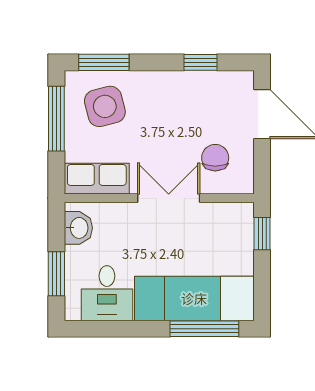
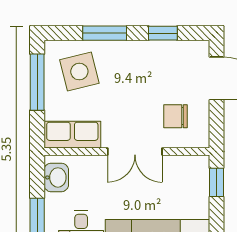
window: (104, 62) -> (105, 33), moved
chair: (215, 158) -> (176, 116), turned -90
double door: (169, 198) -> (135, 152), swing flipped

